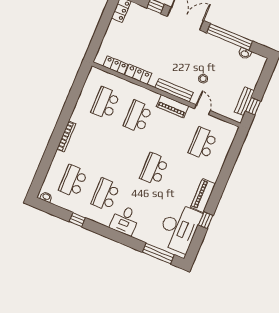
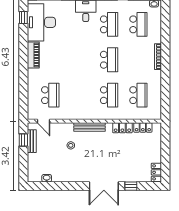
window: (230, 37) -> (64, 186), removed
piano: (172, 106) -> (86, 114), removed
door: (202, 110) -> (43, 121), moved
school desk: (154, 169) -> (109, 60), moved
window: (206, 220) -> (23, 17), moved

